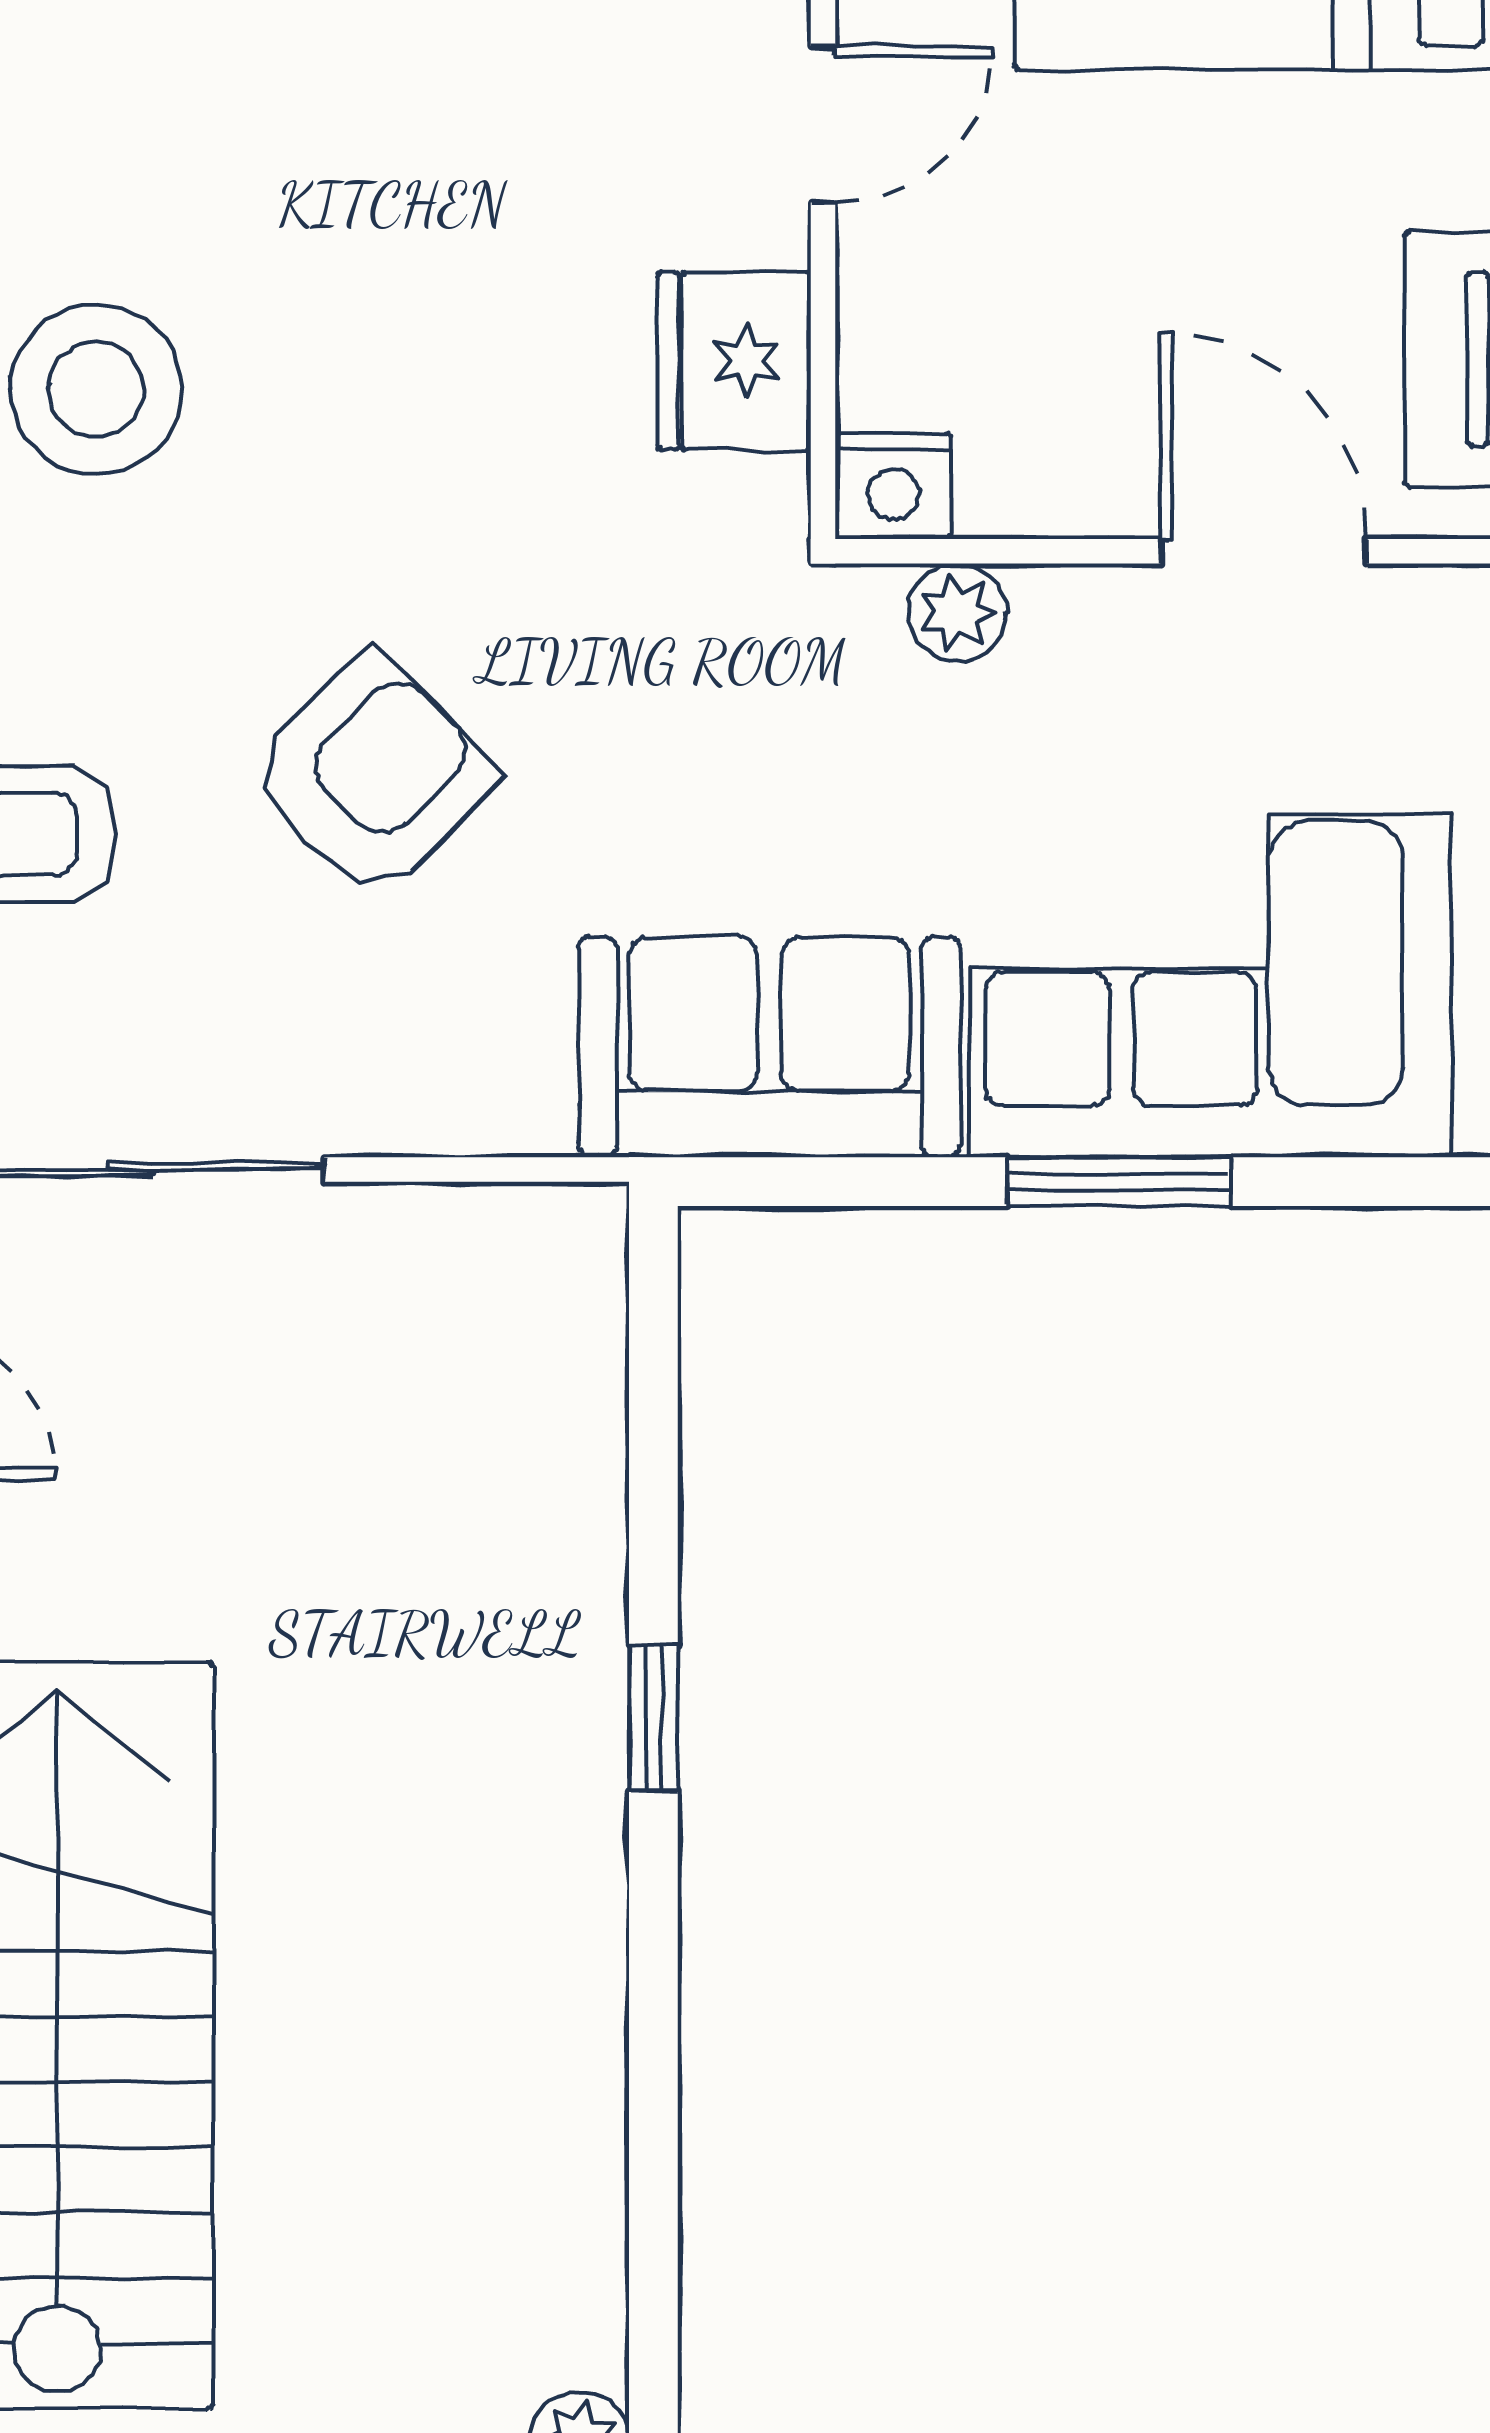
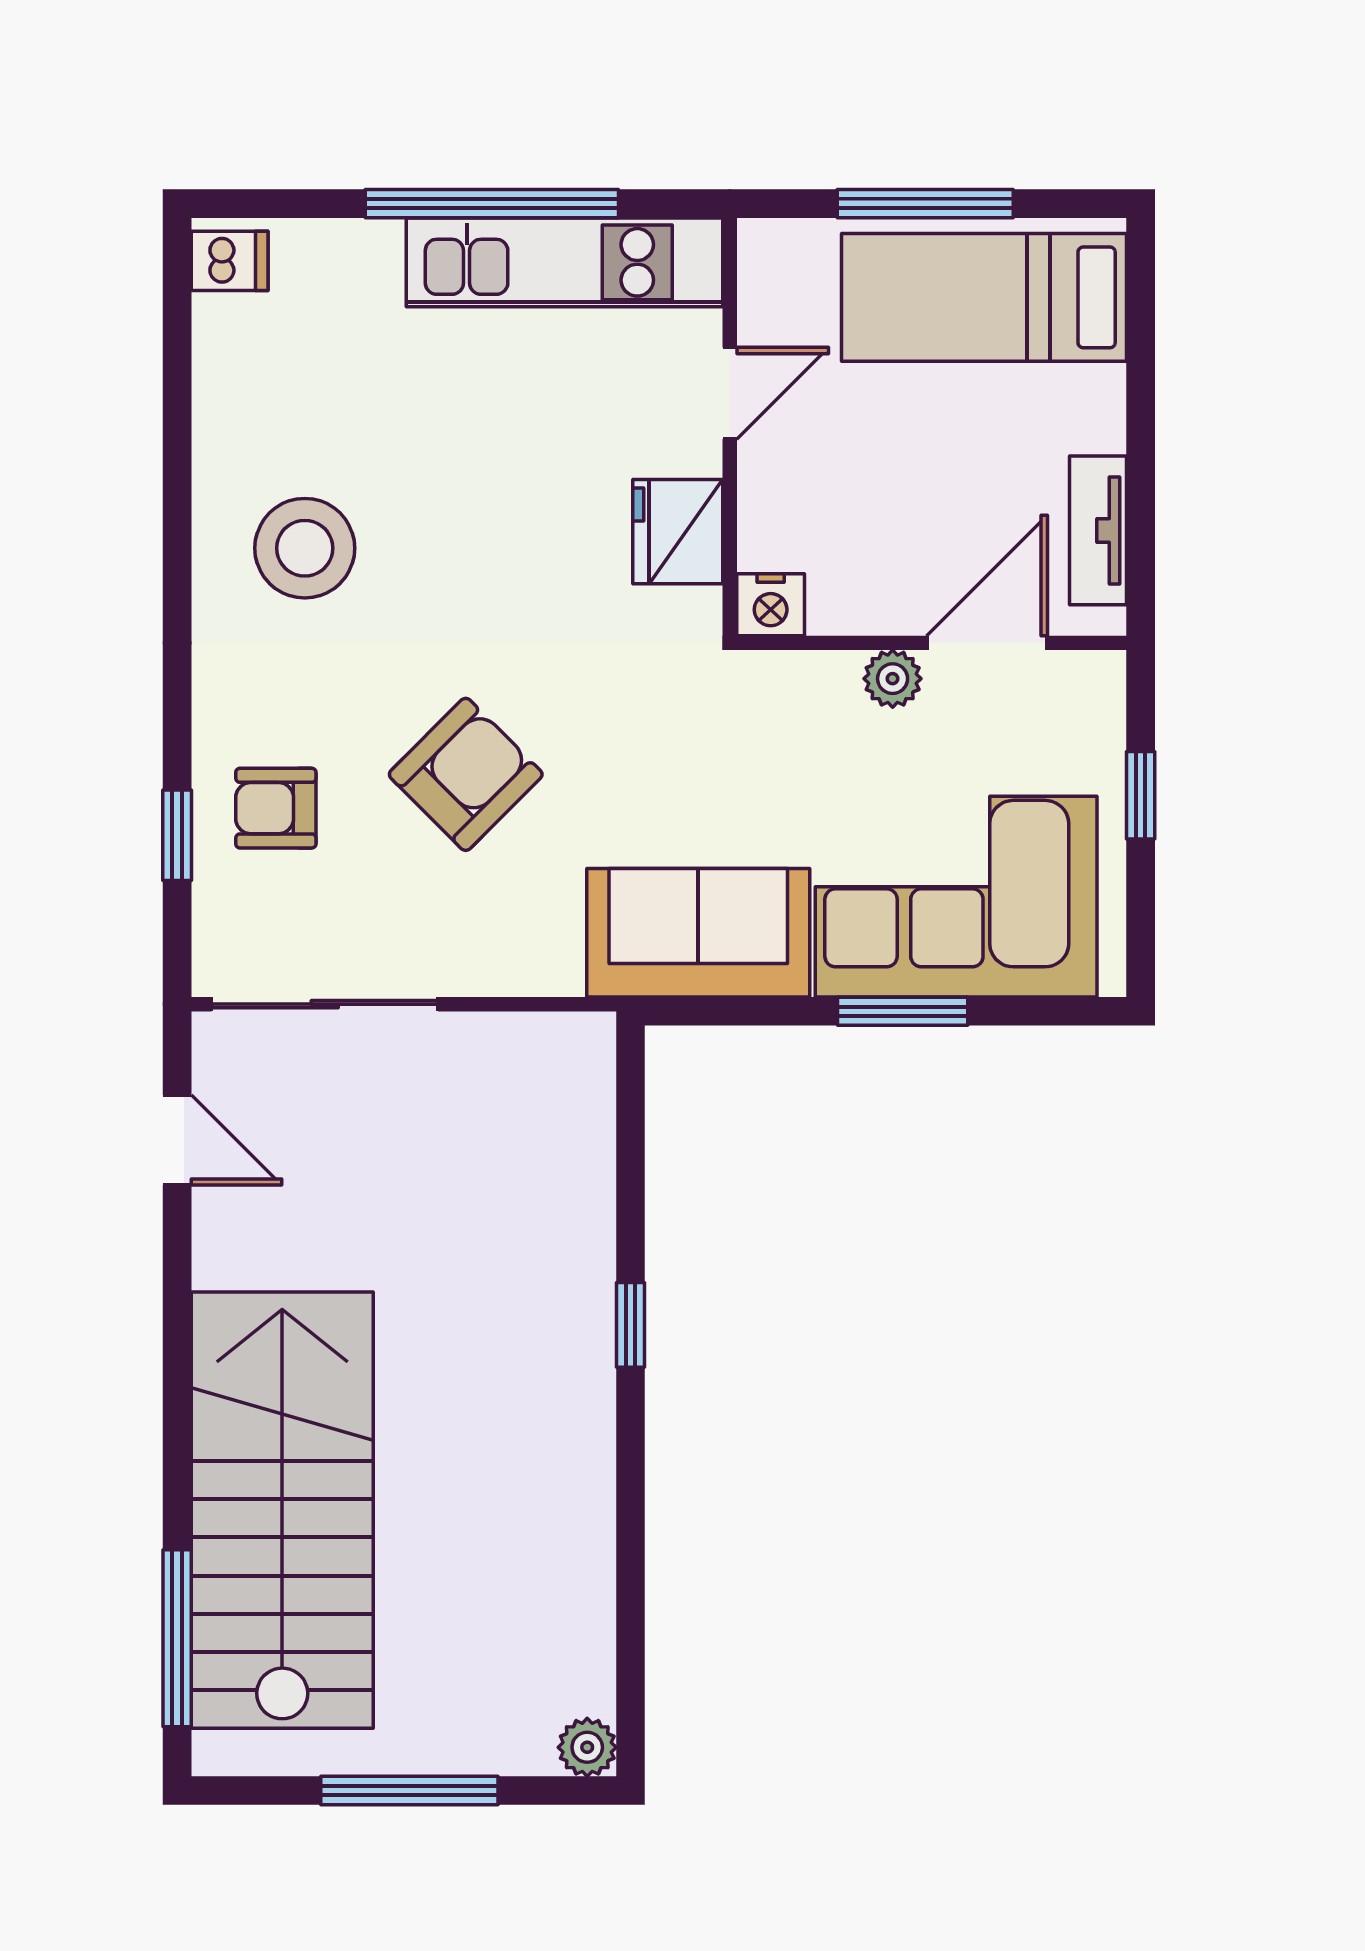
door: (1264, 551) -> (987, 643), hinge flipped
plant: (957, 612) -> (893, 679), moved

